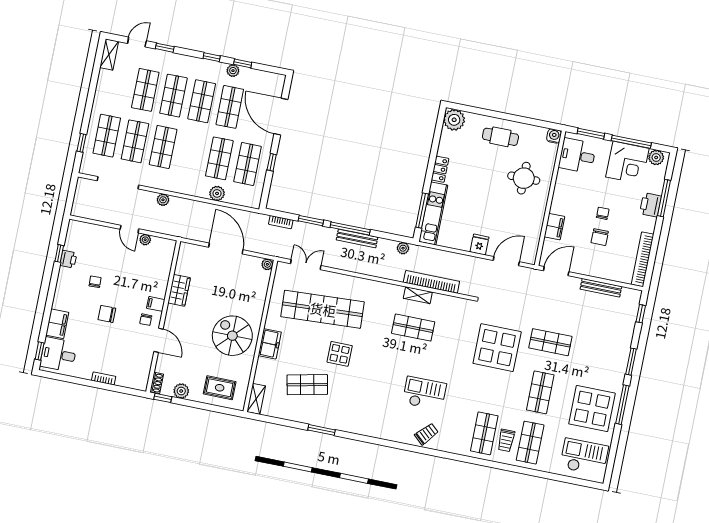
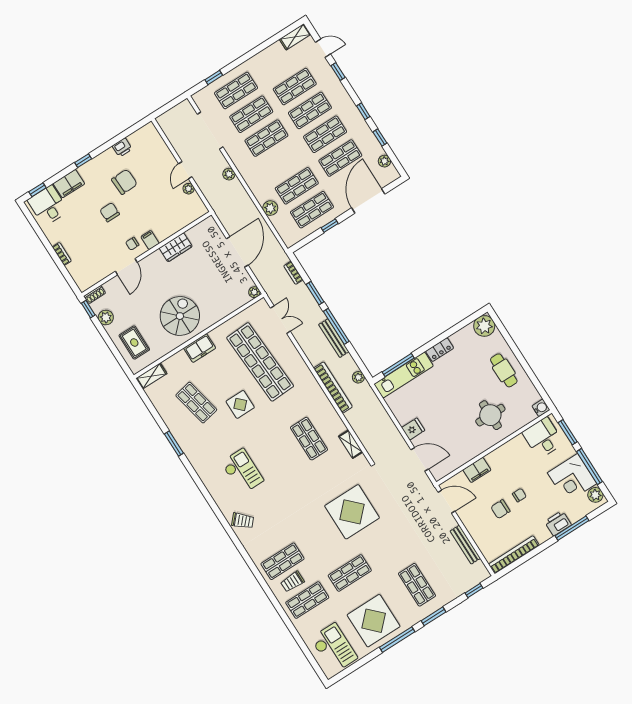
plant: (233, 71) -> (384, 161), moved
window: (59, 253) -> (83, 161), moved
chair: (95, 282) -> (124, 182), width x1.87, depth x1.87
bookcase: (431, 282) -> (333, 388), moved
shelving: (418, 295) -> (351, 444), moved
shop shelf: (550, 342) -> (417, 585), moved
checkout: (424, 393) -> (242, 471), moved

